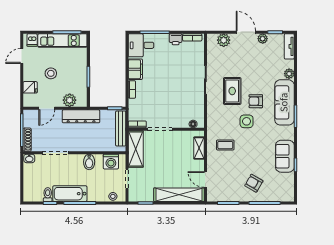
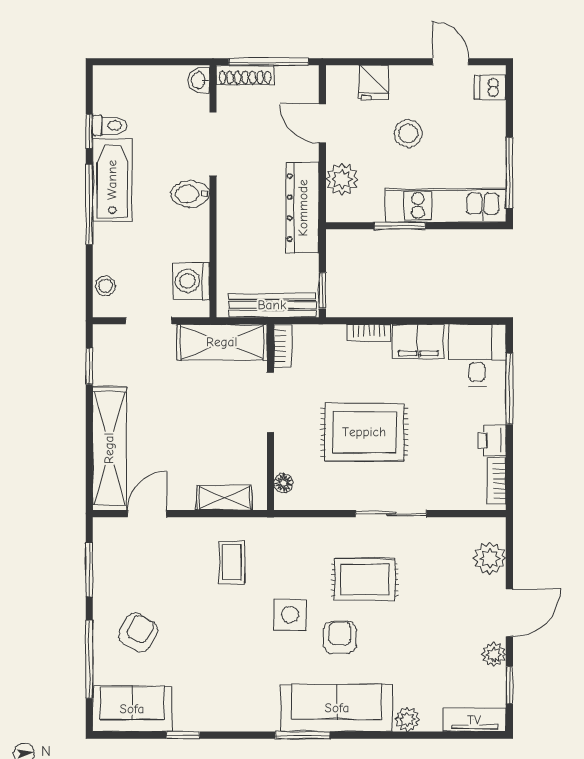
kitchen unit: (62, 41) -> (446, 205), moved, turned 90
rug: (172, 91) -> (364, 432), added
sofa: (285, 156) -> (132, 709), moved
bidet: (89, 162) -> (190, 194), moved

